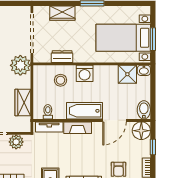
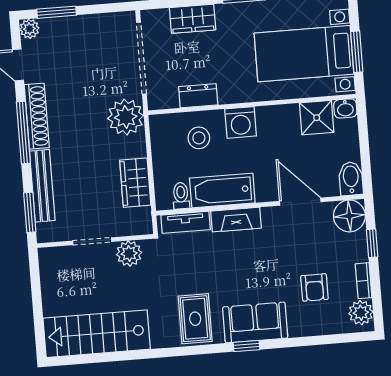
bathtub: (85, 111) -> (222, 191), moved
door: (114, 120) -> (300, 202), swing flipped

